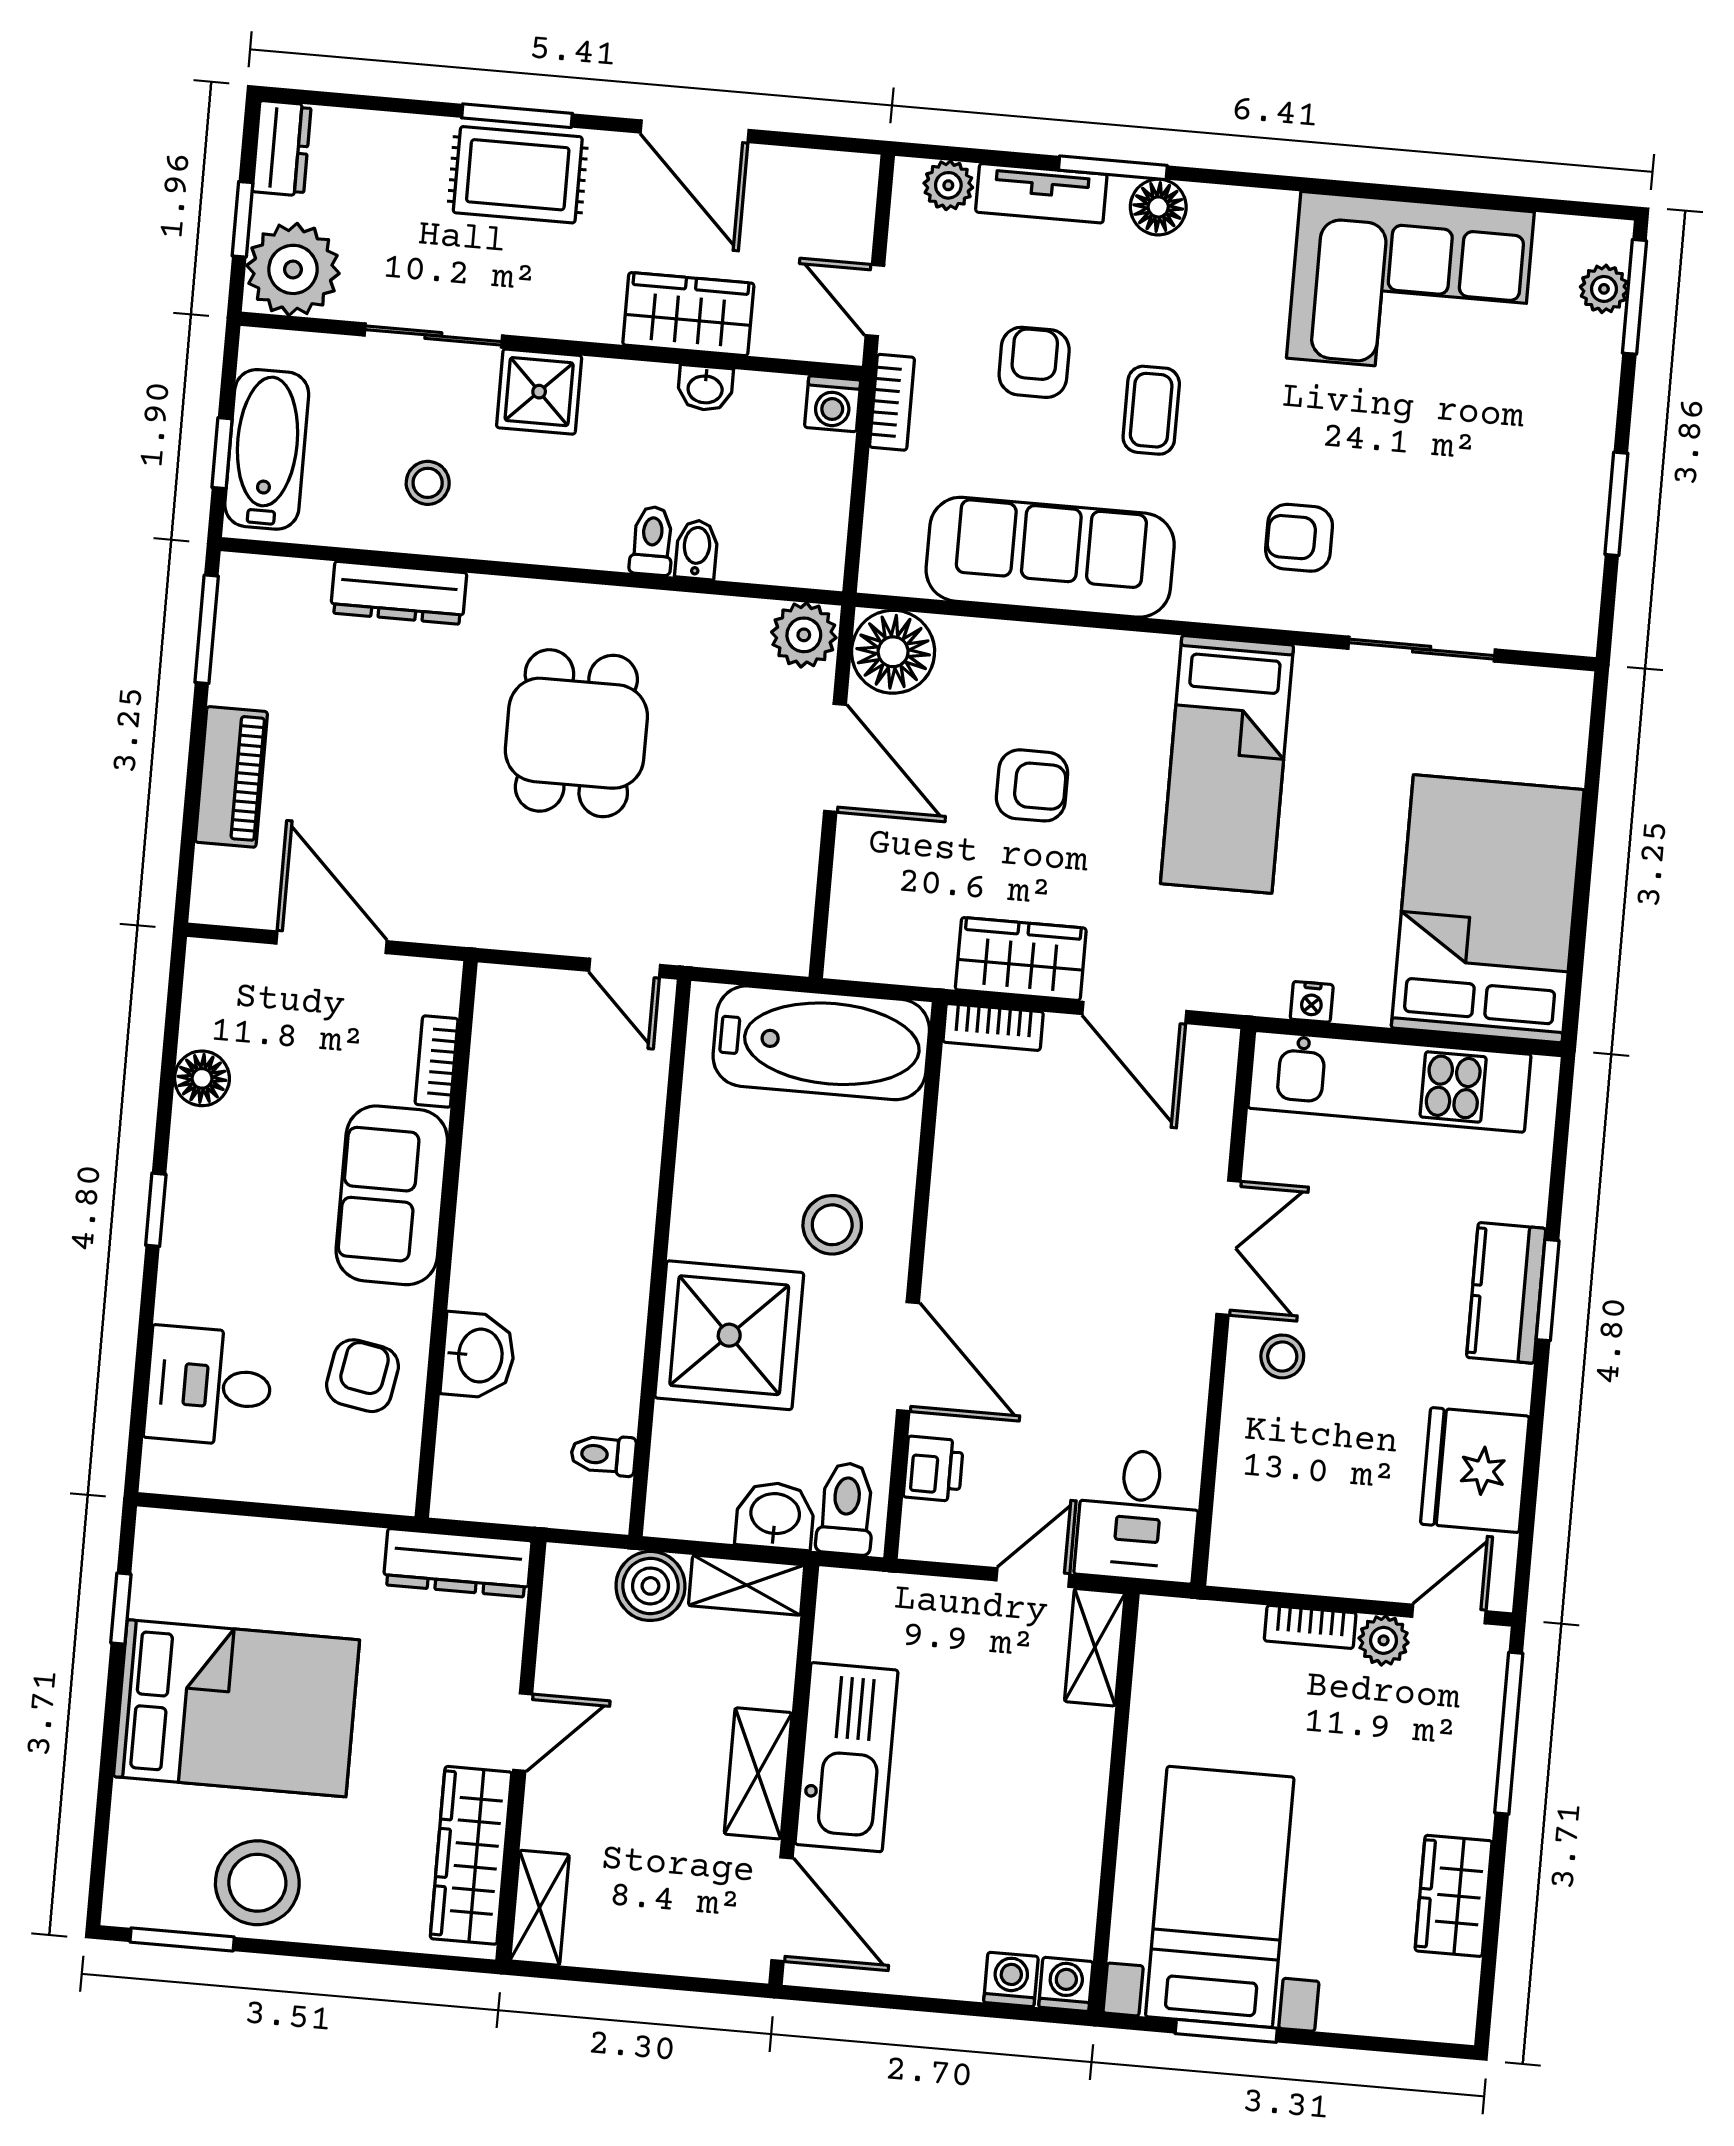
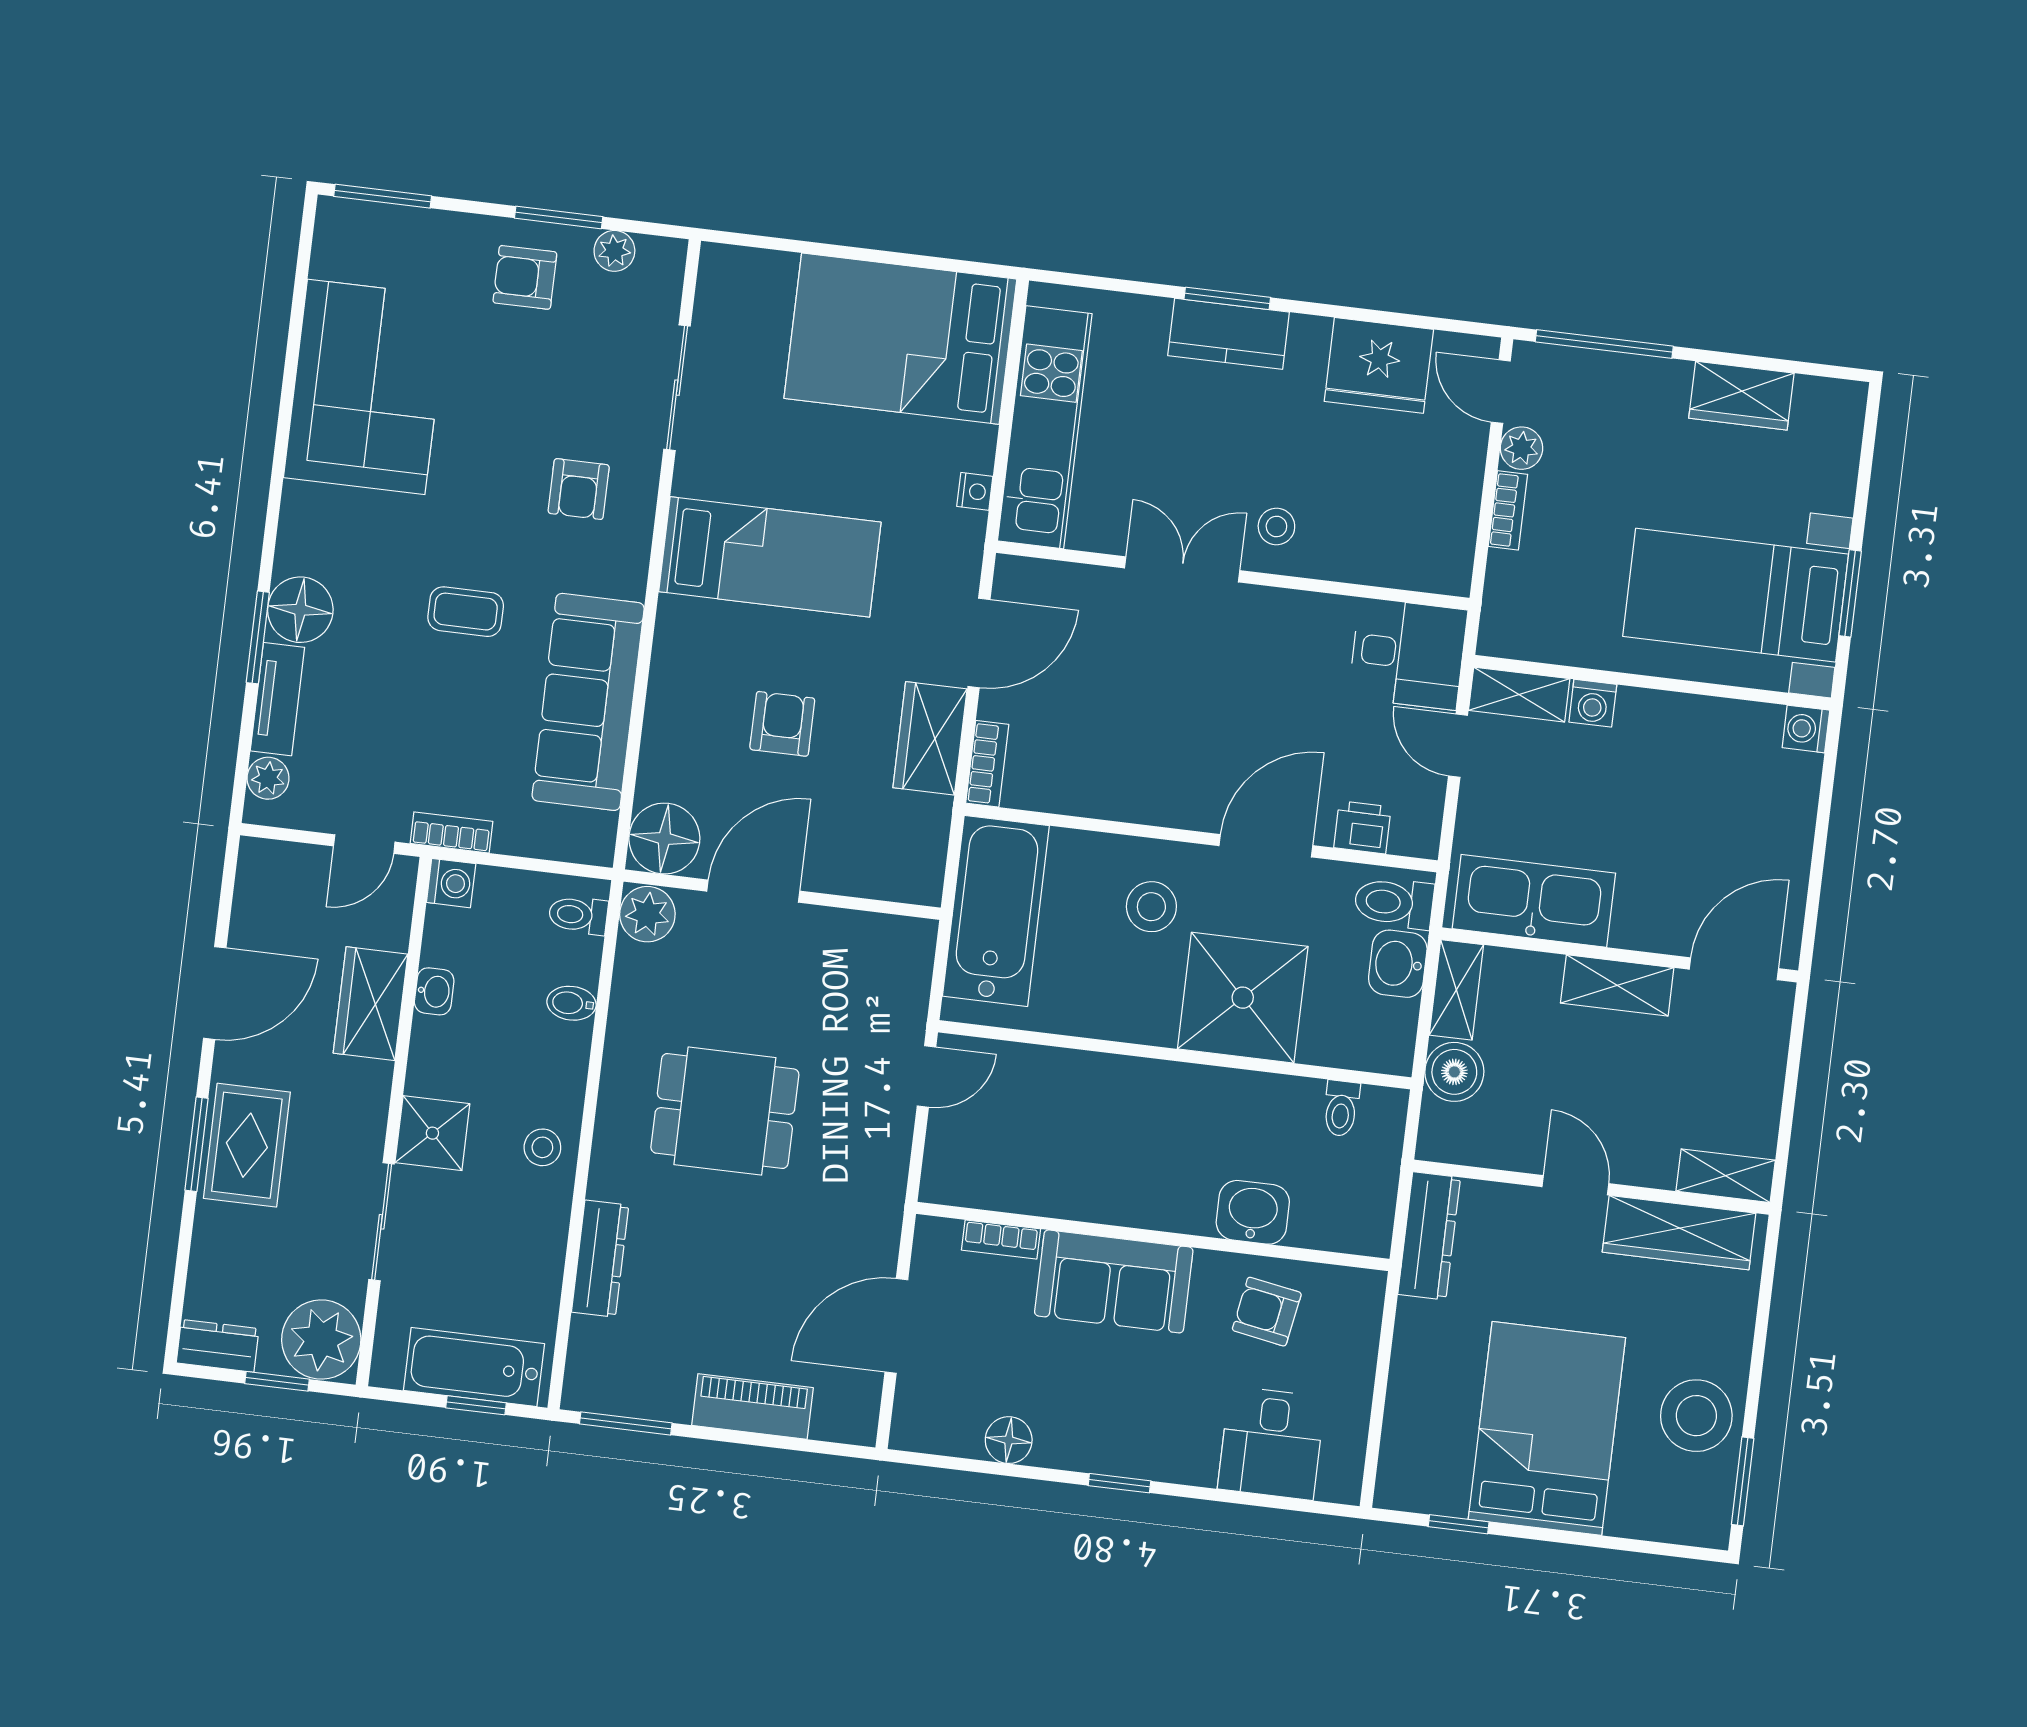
floor lamp: (1158, 207) -> (300, 610), width x1.38, depth x1.38
plant: (1604, 289) -> (614, 251), moved
armchair: (1034, 362) -> (525, 277), moved
stool: (428, 483) -> (542, 1147), moved
toilet: (652, 541) -> (578, 915), moved
kitchen sink: (846, 1757) -> (1534, 901), moved
washing machine: (1011, 1979) -> (1593, 703), moved, turned -90

